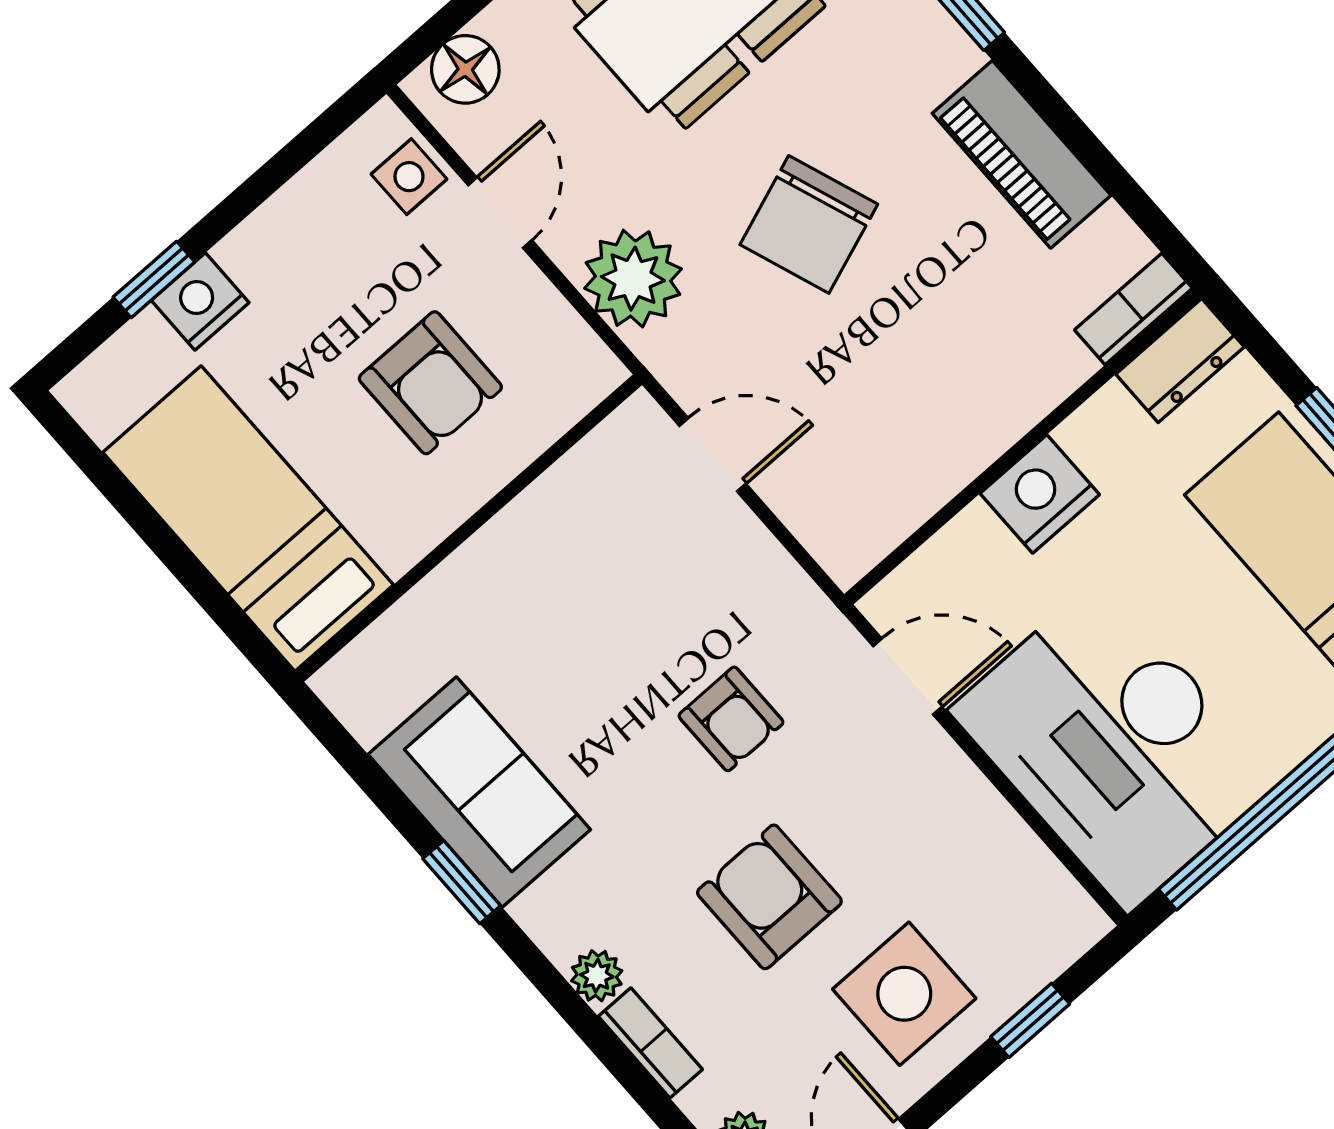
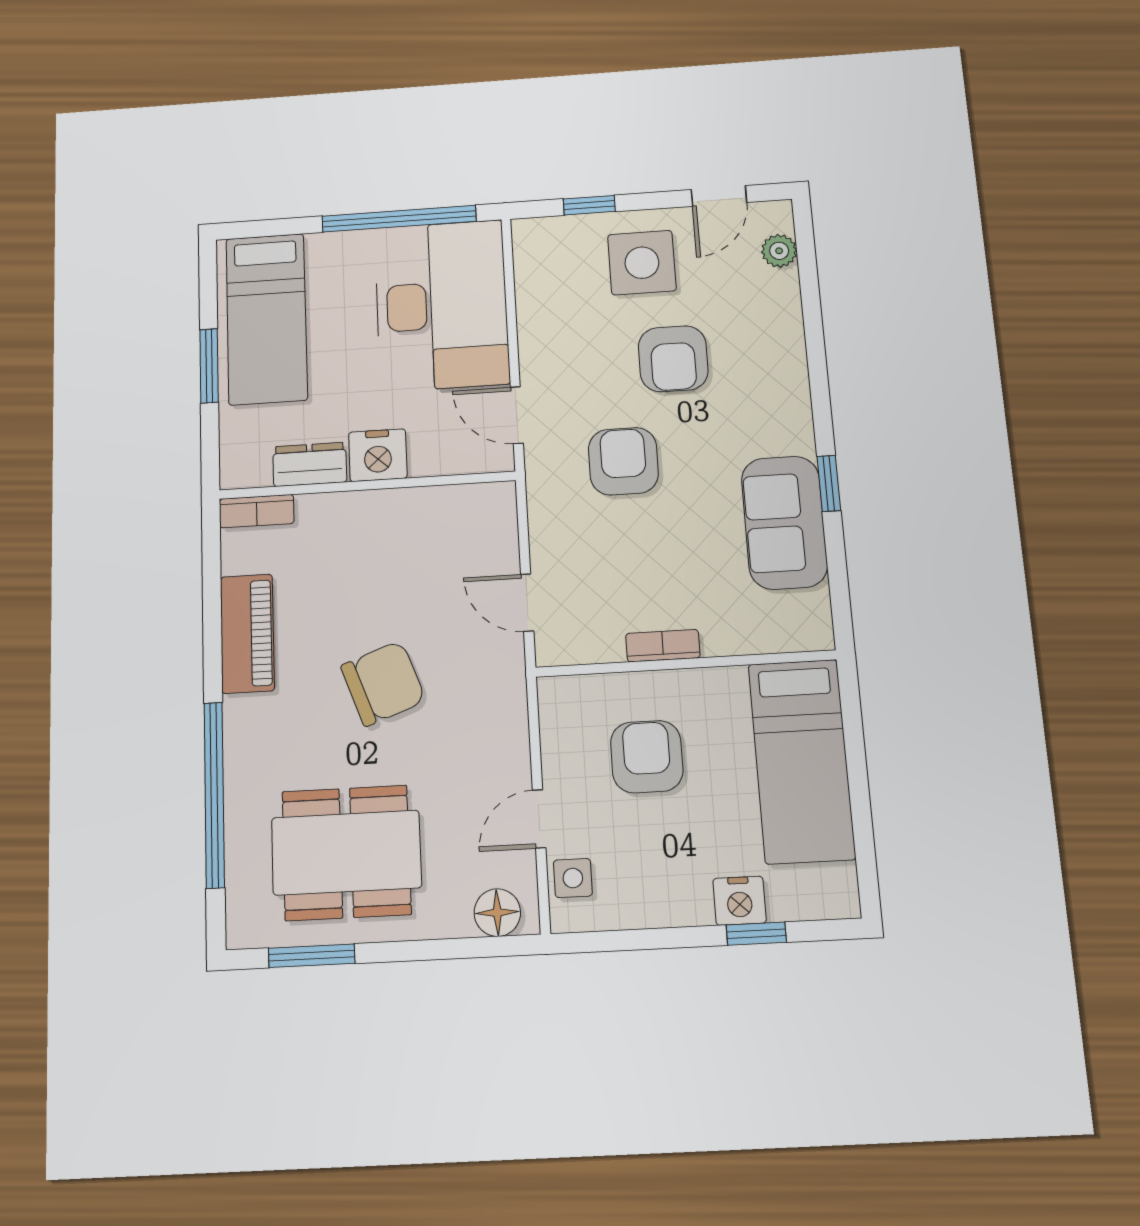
plant: (633, 279) -> (496, 727), removed
dresser: (1180, 361) -> (310, 464), moved
armchair: (731, 719) -> (623, 461), width x1.38, depth x1.38
plant: (597, 976) -> (793, 385), removed
bookcase: (650, 1043) -> (663, 646), moved, turned 90

